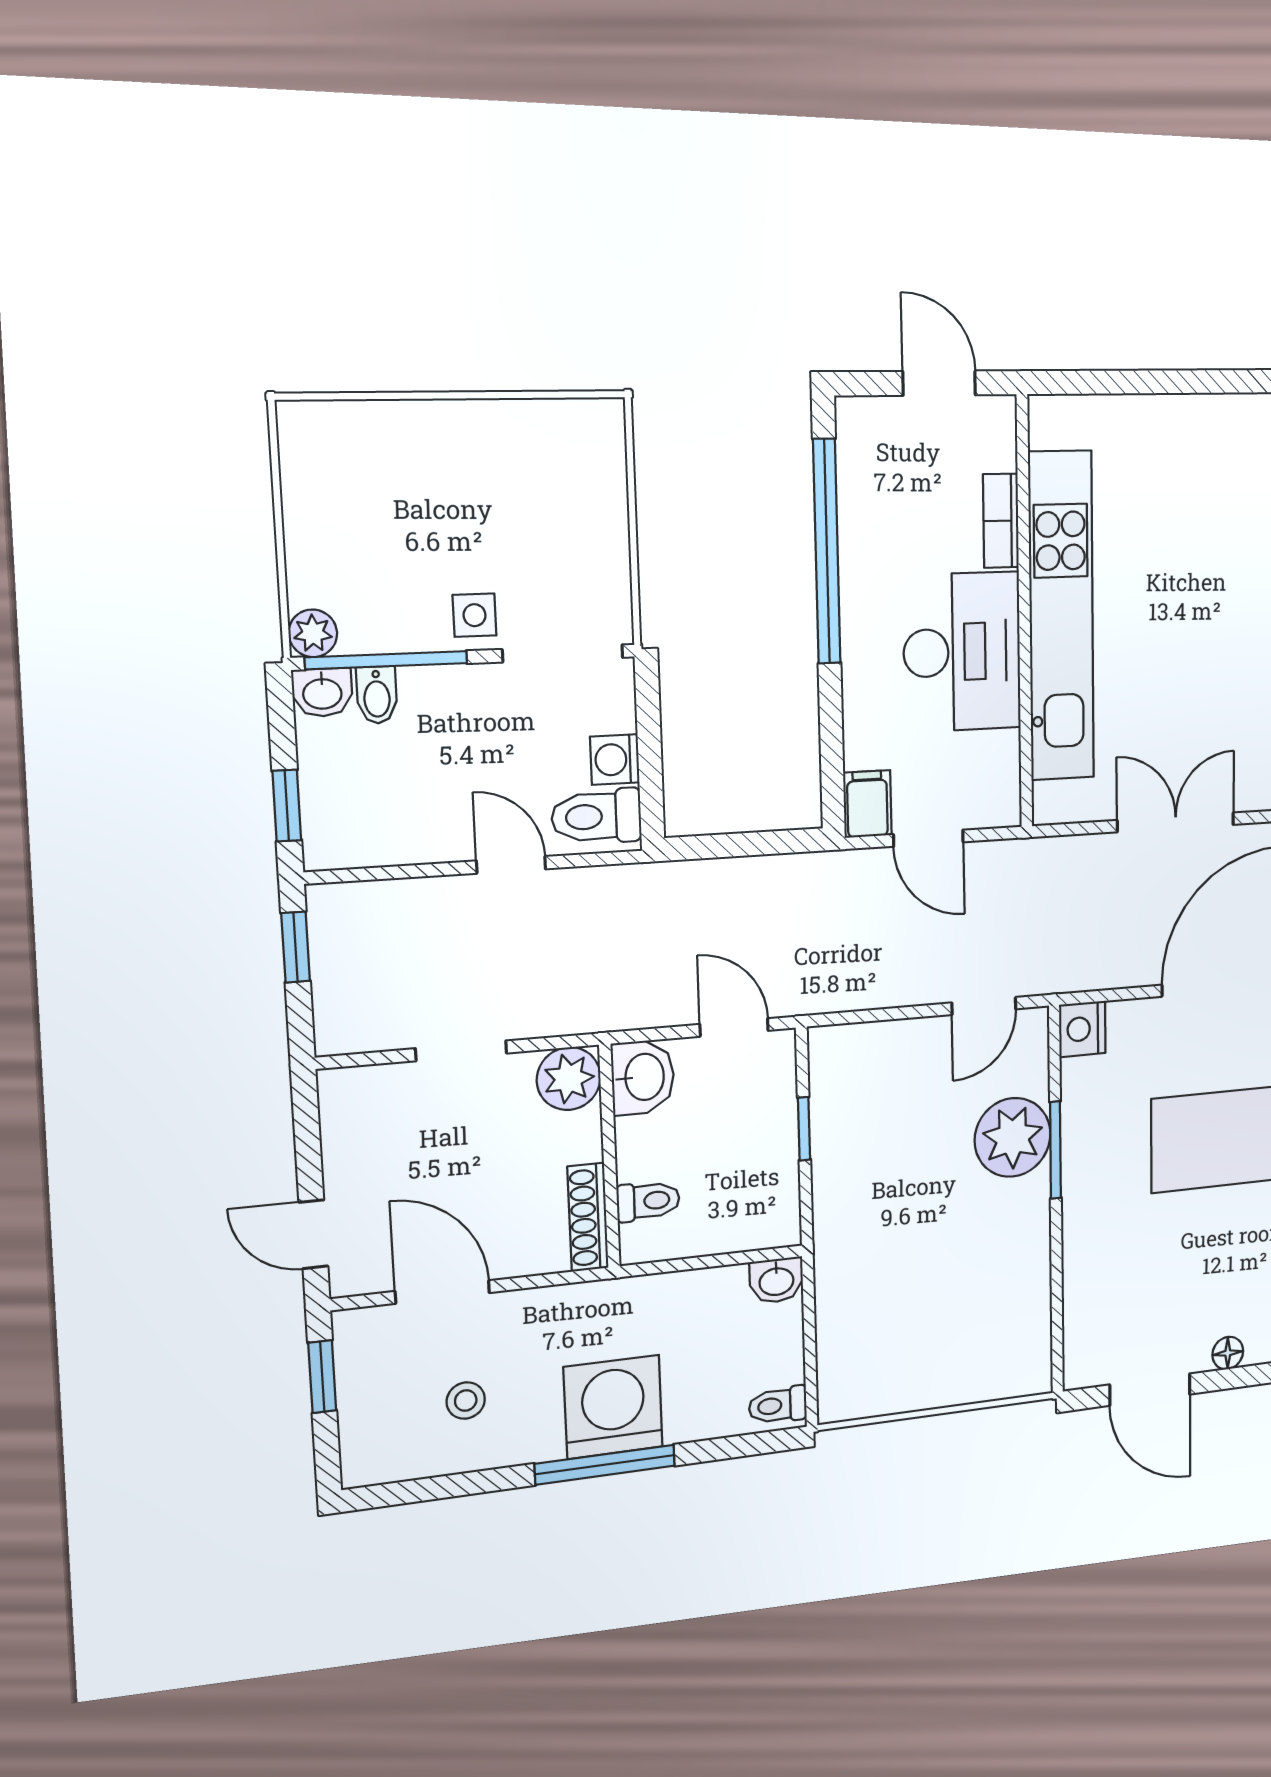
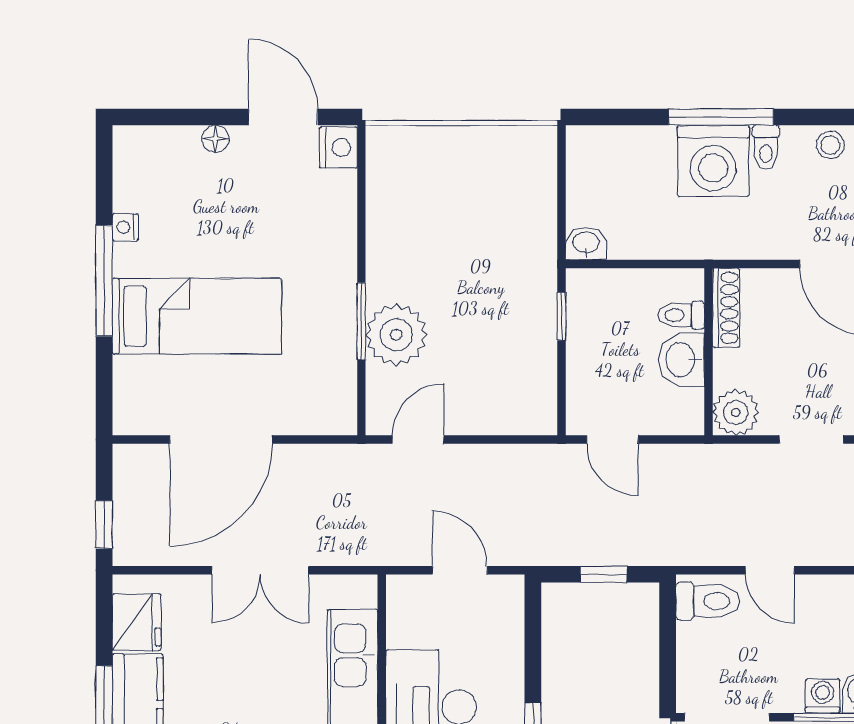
washing machine: (615, 760) -> (823, 696), moved, turned -90
filing cabinet: (867, 804) -> (507, 598), removed
window: (740, 845) -> (604, 574), added
nightstand: (1082, 1029) -> (338, 147), moved
washbasin: (643, 1077) -> (682, 360), moved
window: (804, 1129) -> (561, 316), moved
stool: (466, 1401) -> (830, 145), moved
toilet: (778, 1405) -> (766, 147), moved, turned 90

